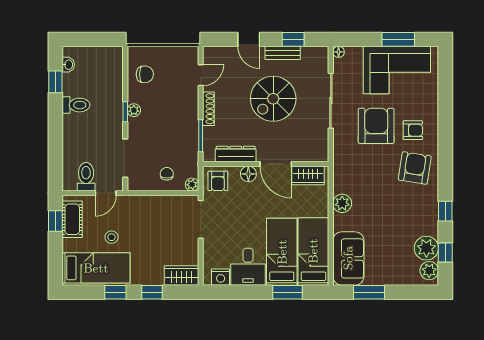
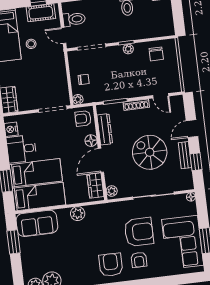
plant: (318, 155) -> (112, 191), added
armchair: (415, 168) -> (111, 265), turned -99

